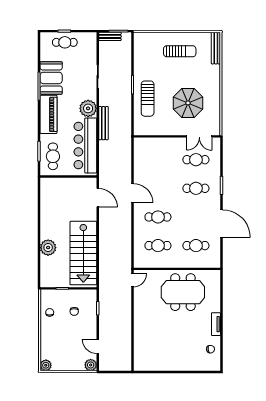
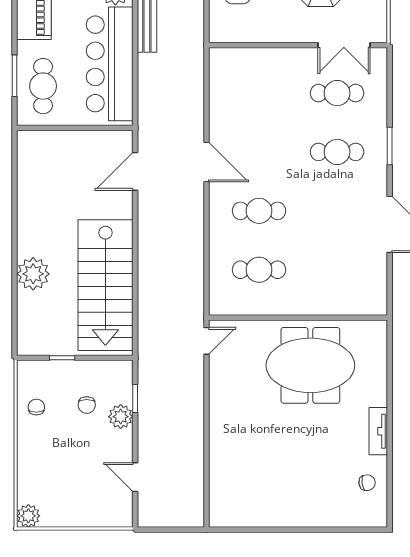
door: (98, 198) -> (135, 171), swing flipped
cafe table: (196, 246) -> (337, 270), removed
plant: (91, 365) -> (121, 417), moved

